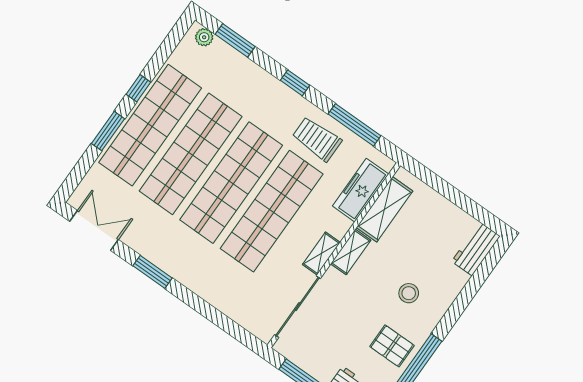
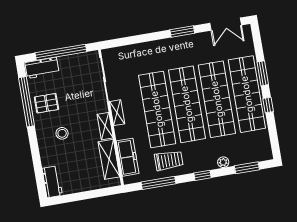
plant: (204, 37) -> (223, 162), moved

